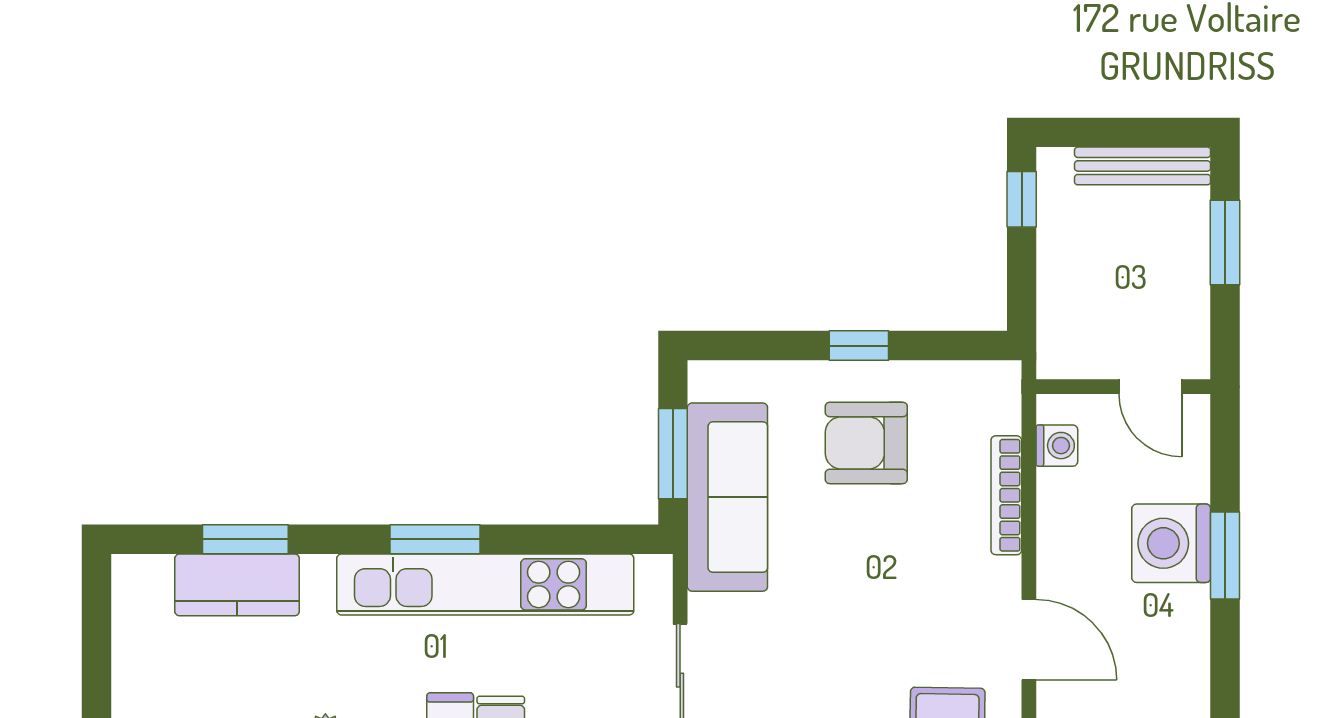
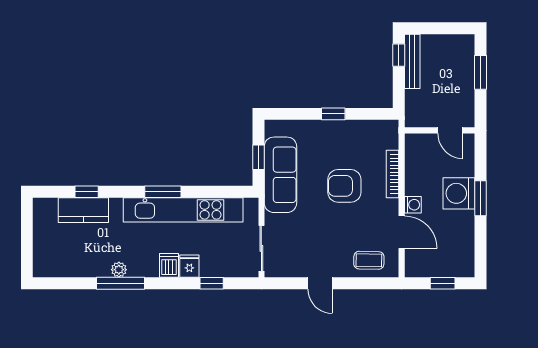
bench: (1143, 166) -> (412, 61), moved, turned 90
armchair: (866, 443) -> (344, 186), moved
washing machine: (1057, 446) -> (413, 205), moved
window: (673, 454) -> (259, 157), width x0.67
window: (245, 539) -> (87, 192), width x0.67

